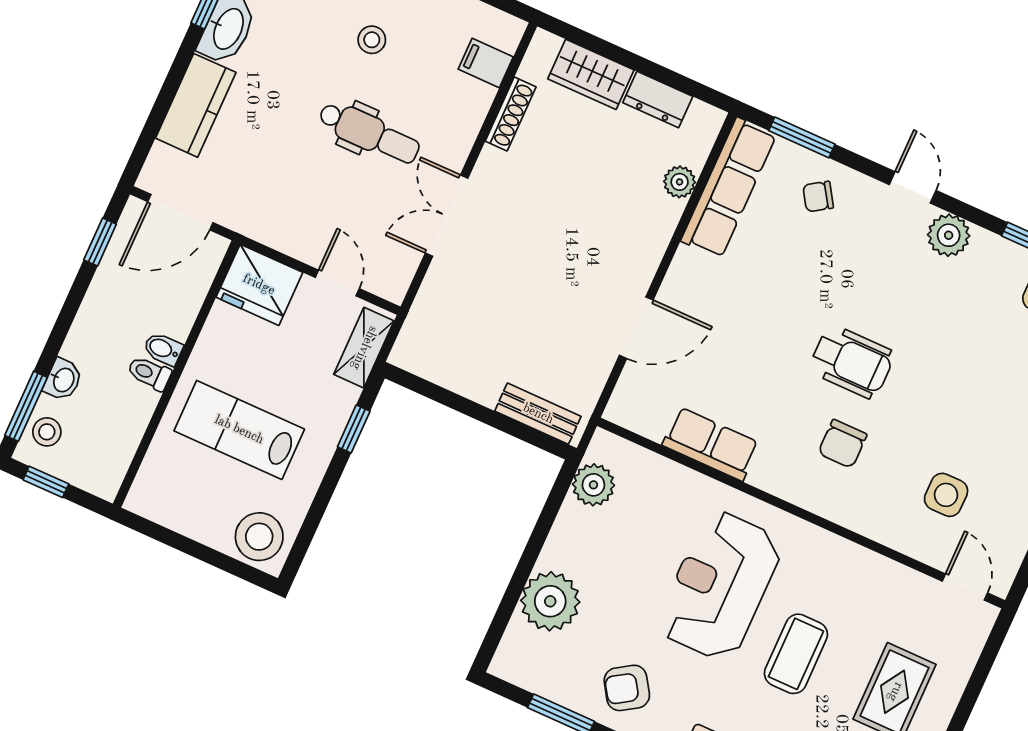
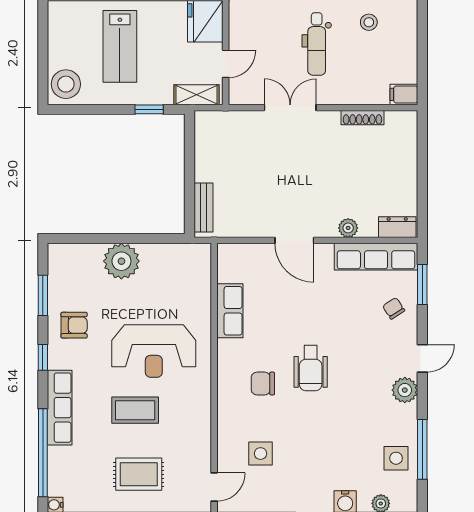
filing cabinet: (486, 63) -> (404, 94), moved, turned -90
wardrobe: (591, 74) -> (404, 152), removed
dresser: (658, 100) -> (397, 227), moved, turned 90
plant: (680, 182) -> (348, 228), moved
door: (636, 328) -> (294, 240), moved
lab bench: (239, 430) -> (120, 46), turned 180
plant: (593, 485) -> (178, 256), removed
reception desk: (720, 586) -> (154, 351), turned 180
plant: (550, 601) -> (121, 261), moved
armchair: (627, 688) -> (74, 325), turned 123

